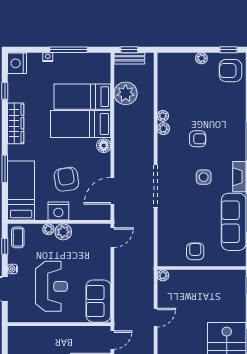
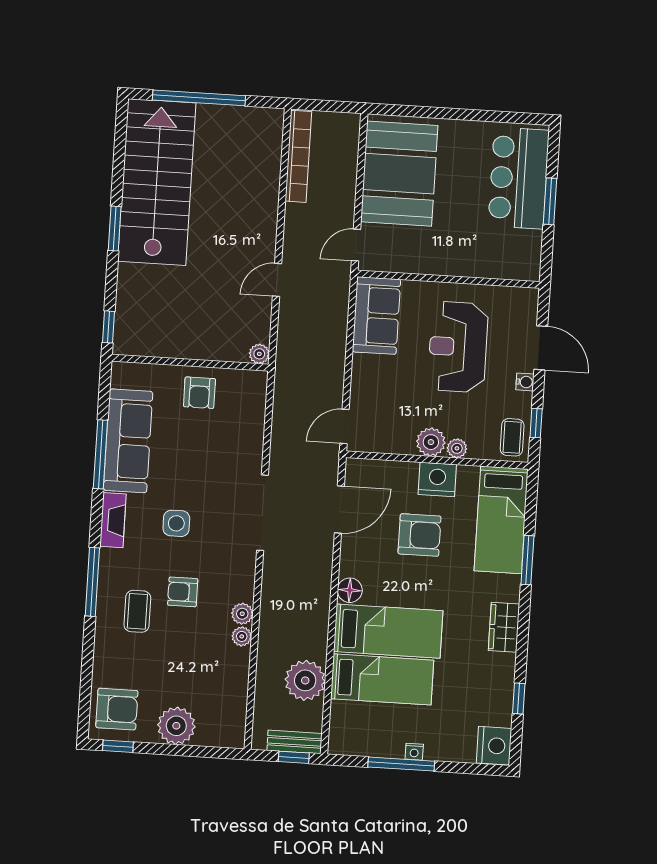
nightstand: (48, 57) -> (414, 752), moved
plant: (201, 58) -> (176, 726), width x1.87, depth x1.87
wardrobe: (16, 123) -> (504, 627), width x0.67
coffee table: (222, 126) -> (137, 611), added
armchair: (66, 179) -> (419, 535), turned -81

